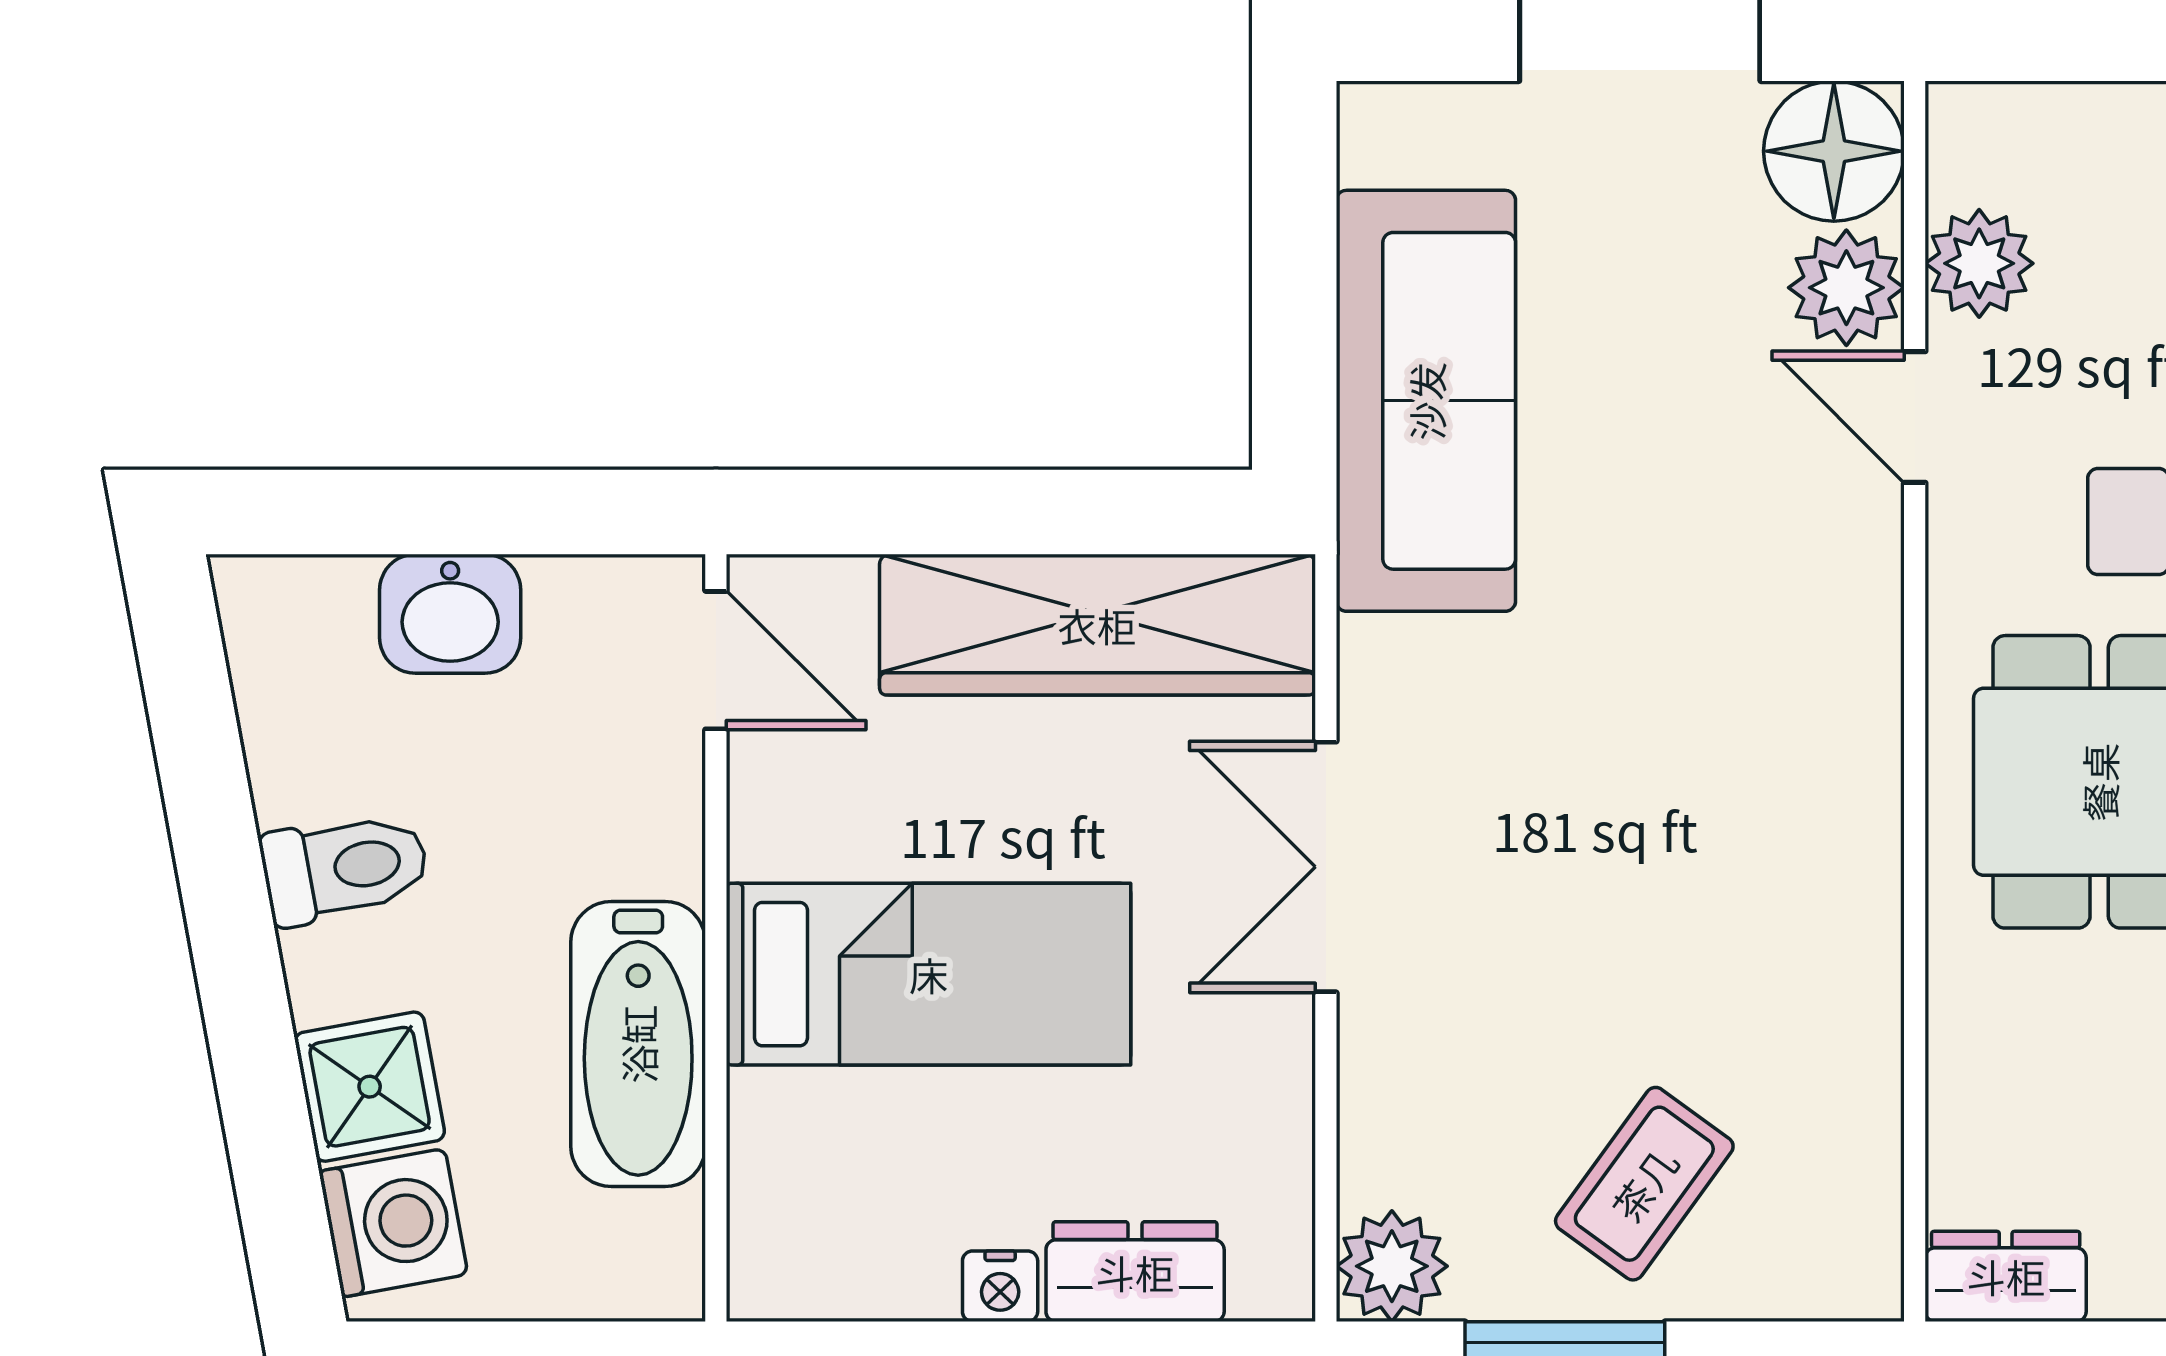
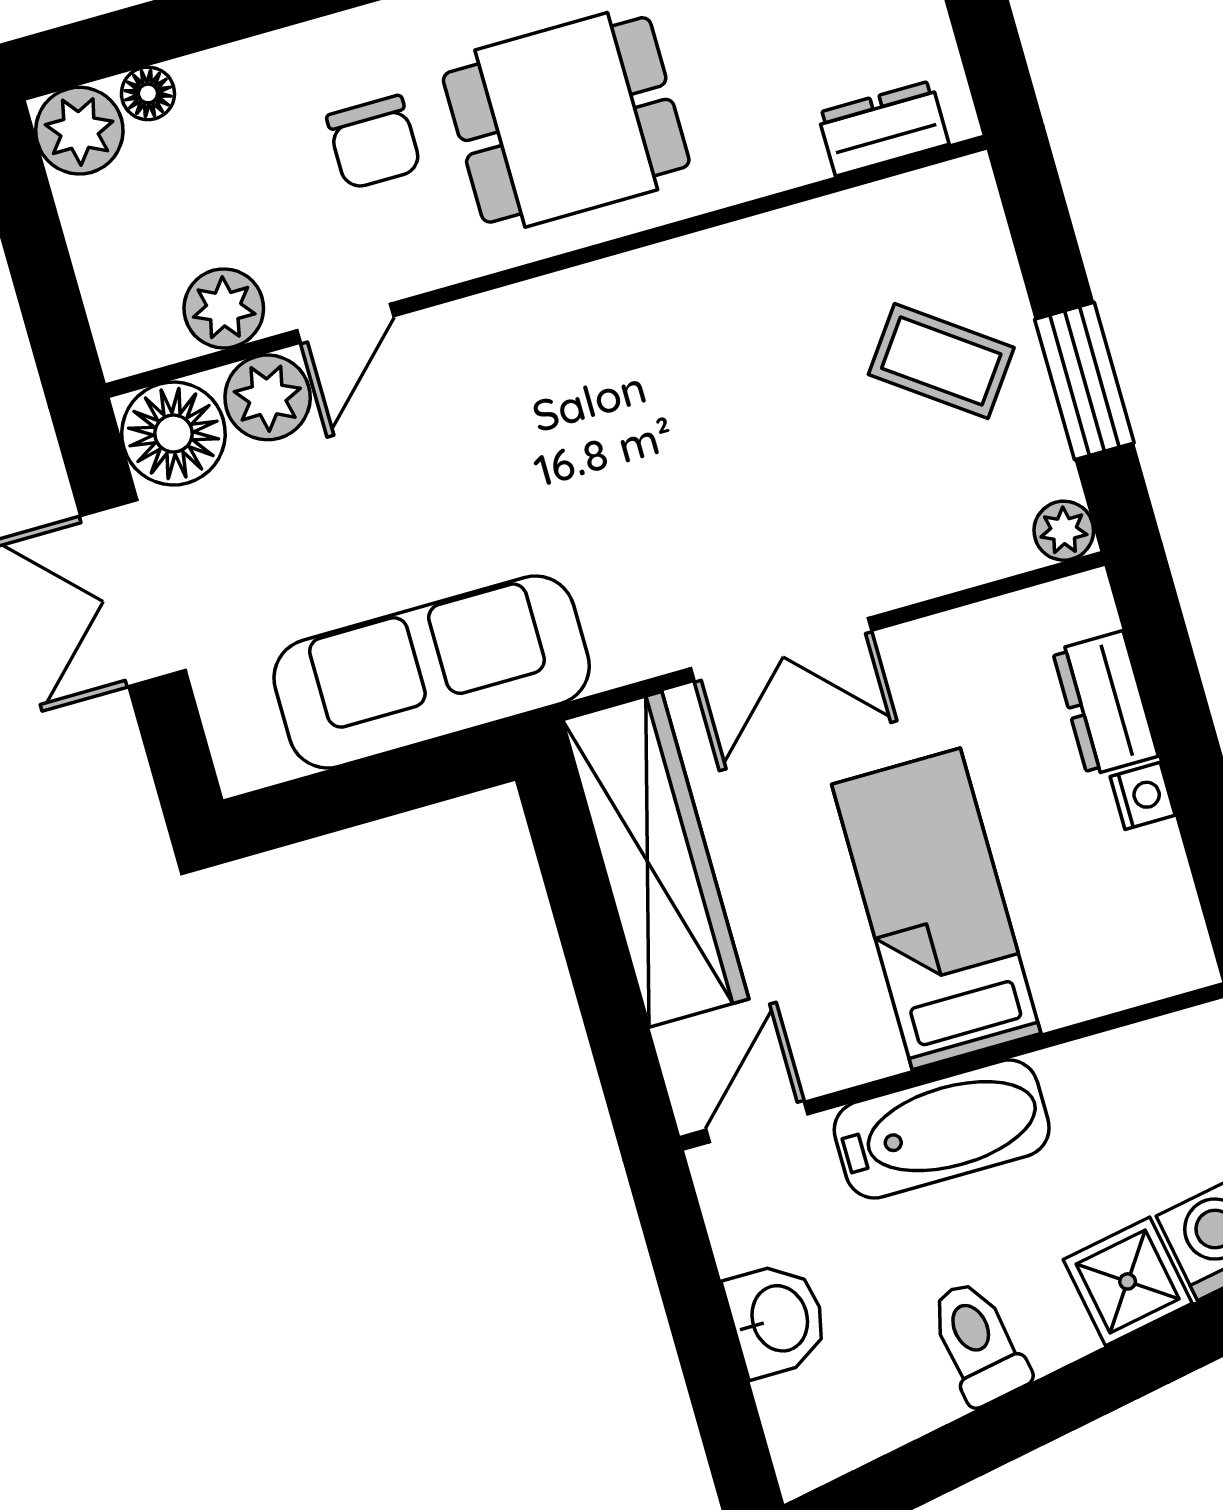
bathtub: (638, 1044) -> (942, 1129), moved
plant: (1392, 1266) -> (1064, 531), width x0.73, depth x0.73
dresser: (2006, 1276) -> (883, 128), moved, turned 90

